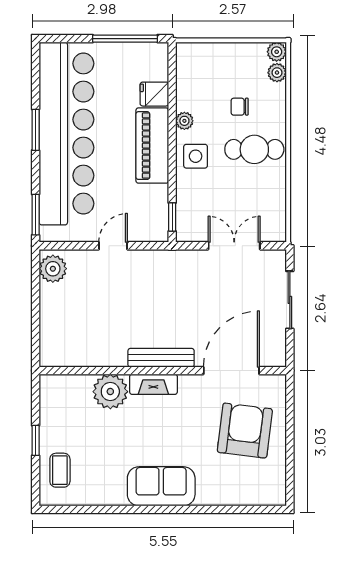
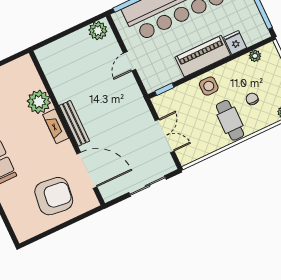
plant: (184, 121) -> (255, 56), moved
door: (113, 246) -> (130, 61), swing flipped

